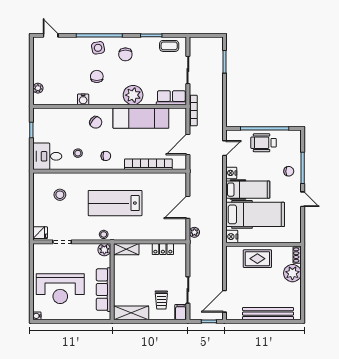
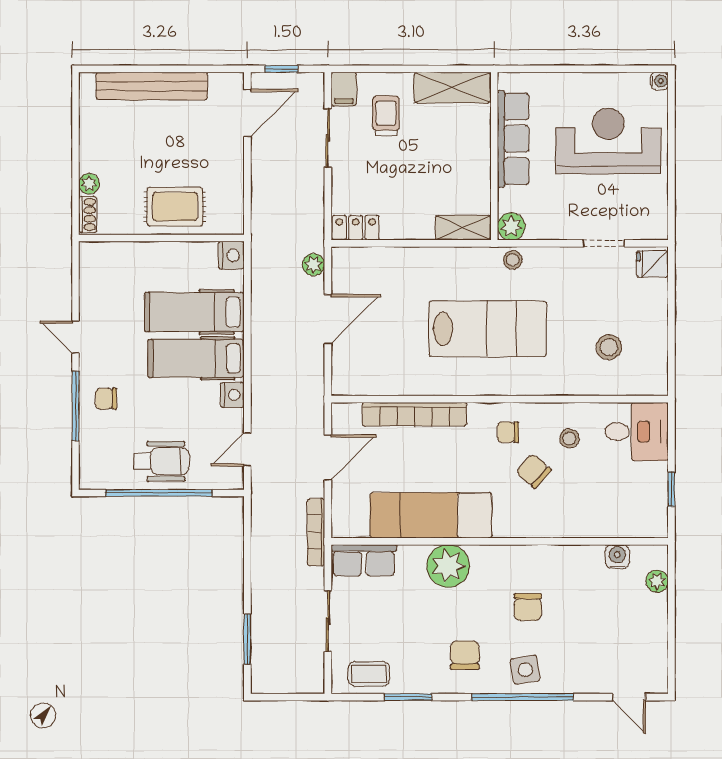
water cooler: (83, 99) -> (617, 557), moved
chair: (96, 122) -> (534, 471), moved
hospital bed: (255, 214) -> (194, 312), width x0.73, depth x0.78
locker: (163, 249) -> (356, 228), moved
plant: (292, 273) -> (89, 184), width x0.53, depth x0.53

